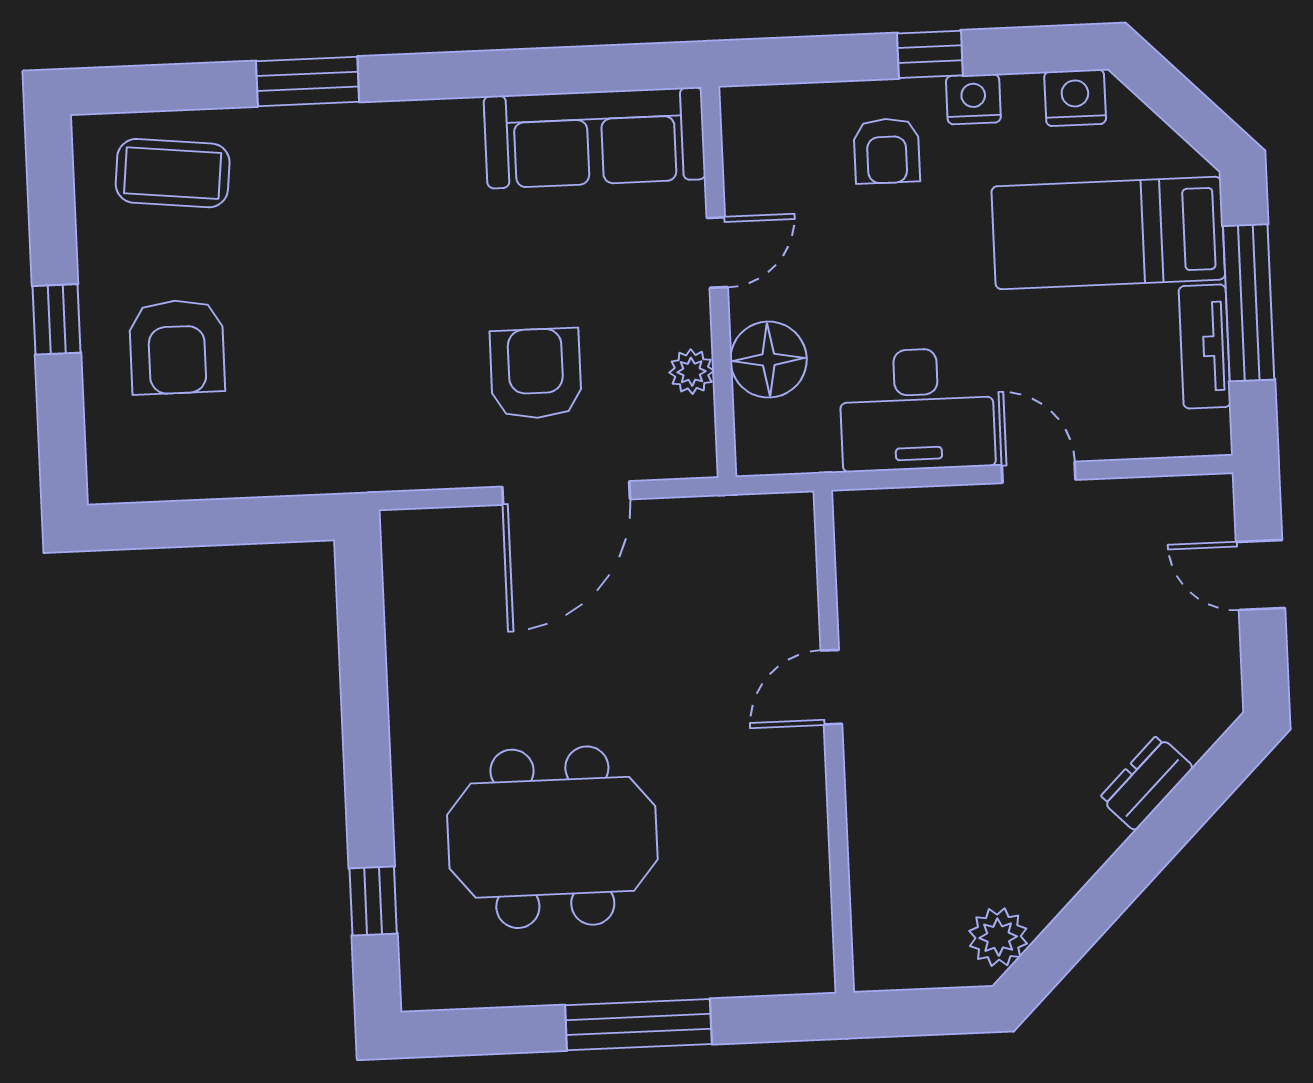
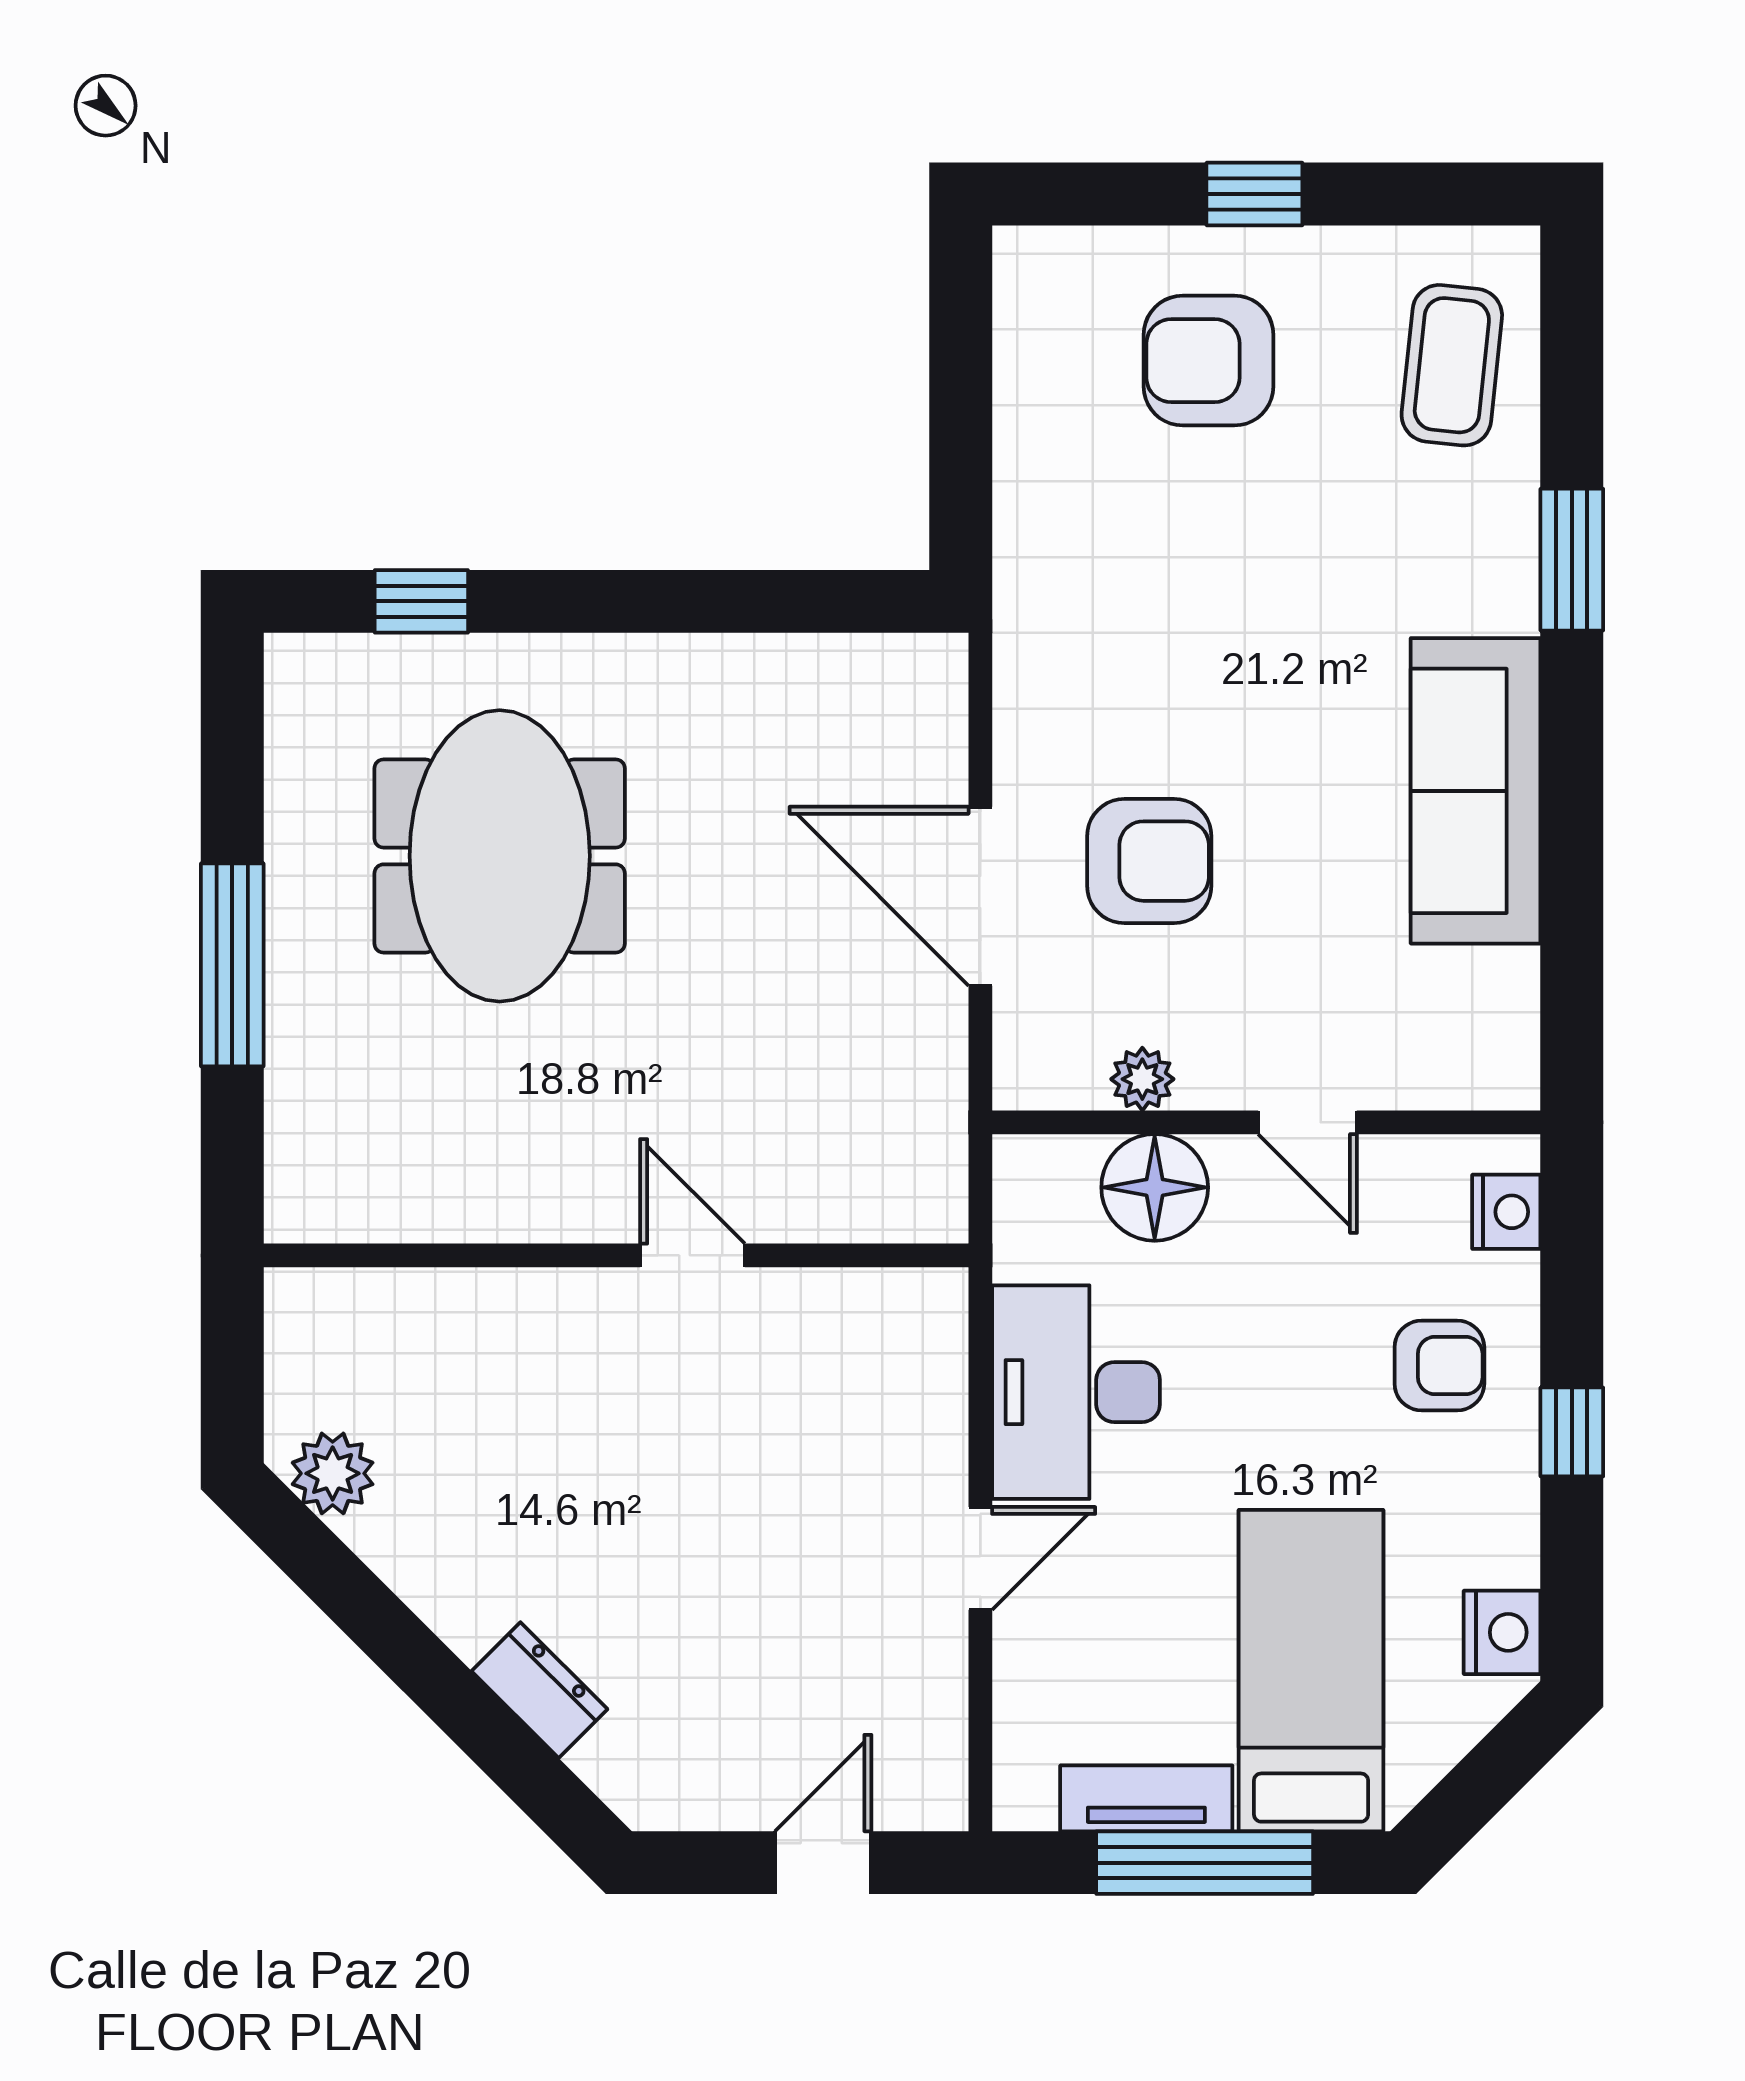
nightstand: (973, 99) -> (1506, 1212), moved
sofa: (595, 138) -> (1476, 791), moved
armchair: (887, 151) -> (1439, 1366), turned 180

